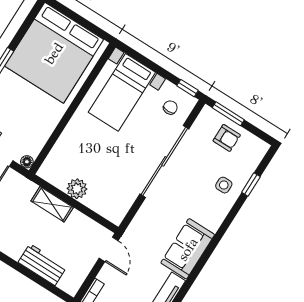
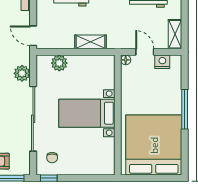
bed with nightstands: (122, 92) -> (87, 113), moved, turned -90
plant: (77, 189) -> (59, 63), moved
plant: (146, 217) -> (22, 73), added

